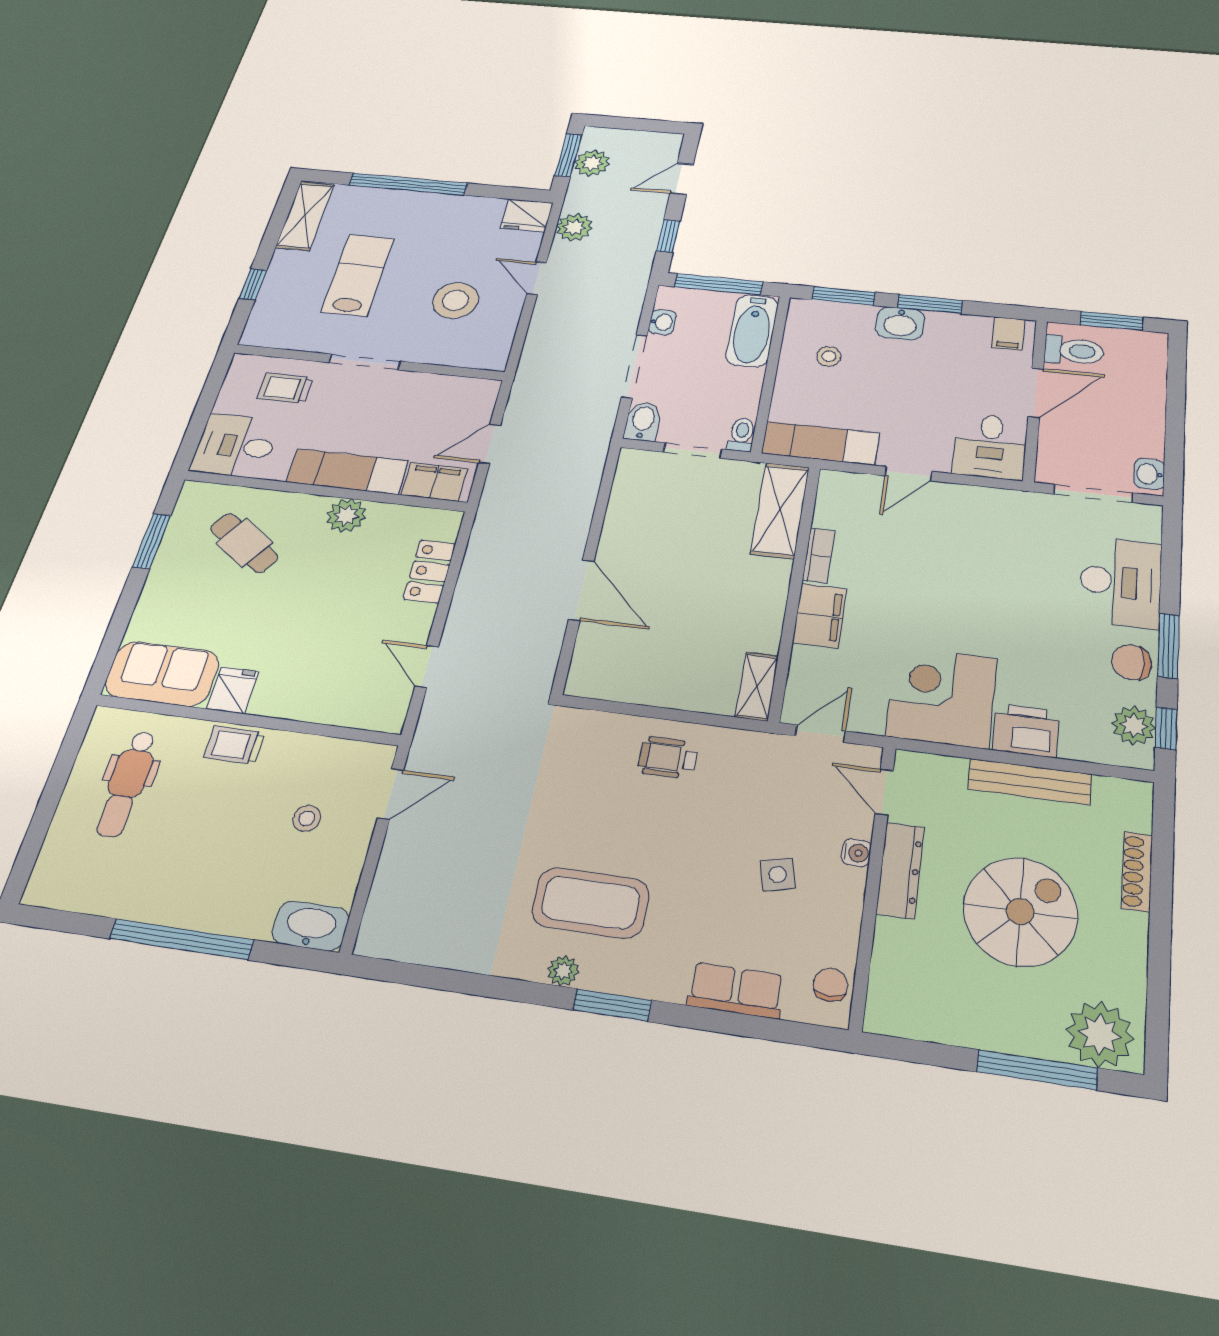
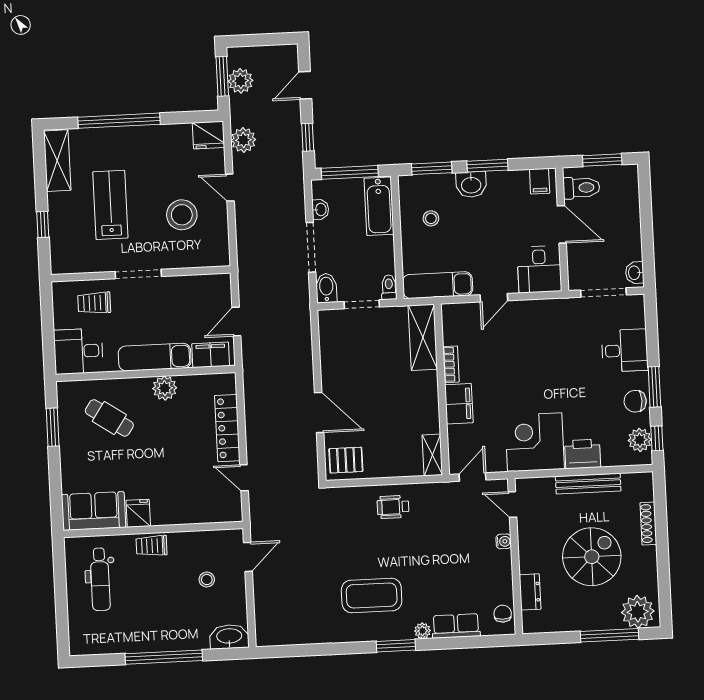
door: (1036, 393) -> (562, 224), hinge flipped
locker: (430, 571) -> (227, 428), width x1.53
desk: (1121, 582) -> (625, 350), width x0.73
pallet: (606, 669) -> (346, 460), added
dresser: (900, 870) -> (530, 592), moved, width x0.70
side table: (778, 874) -> (465, 561), removed
plant: (563, 971) -> (422, 631), moved

